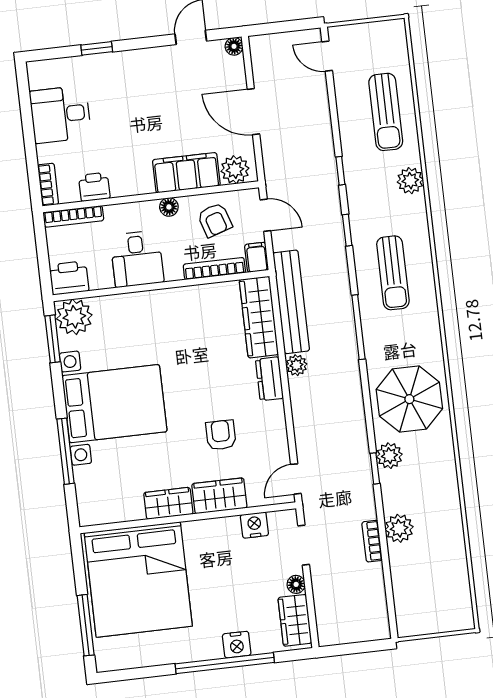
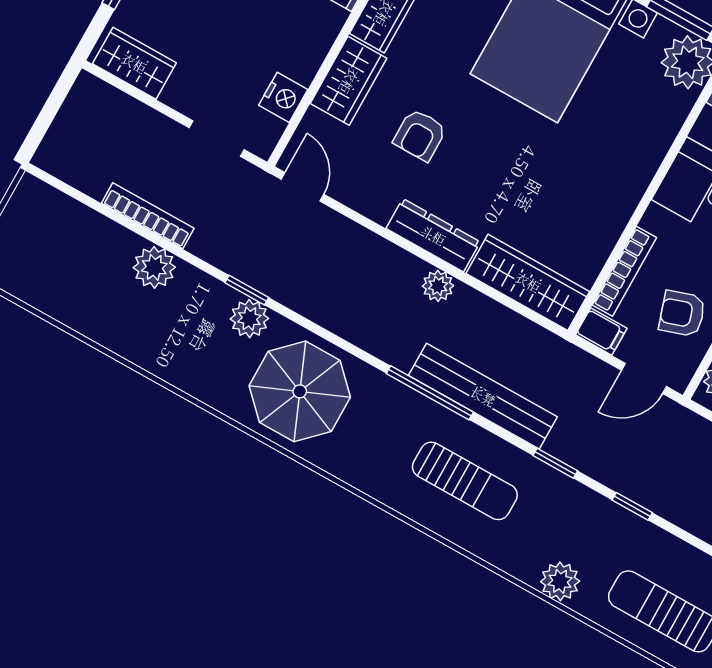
sun lounger: (393, 273) -> (465, 481), turned 180
bench: (291, 302) -> (483, 396), moved
dresser: (269, 379) -> (433, 235), width x1.44
armchair: (221, 435) -> (420, 135), turned 90
bookcase: (372, 541) -> (148, 216), width x1.56
floor lamp: (296, 584) -> (176, 96), removed

